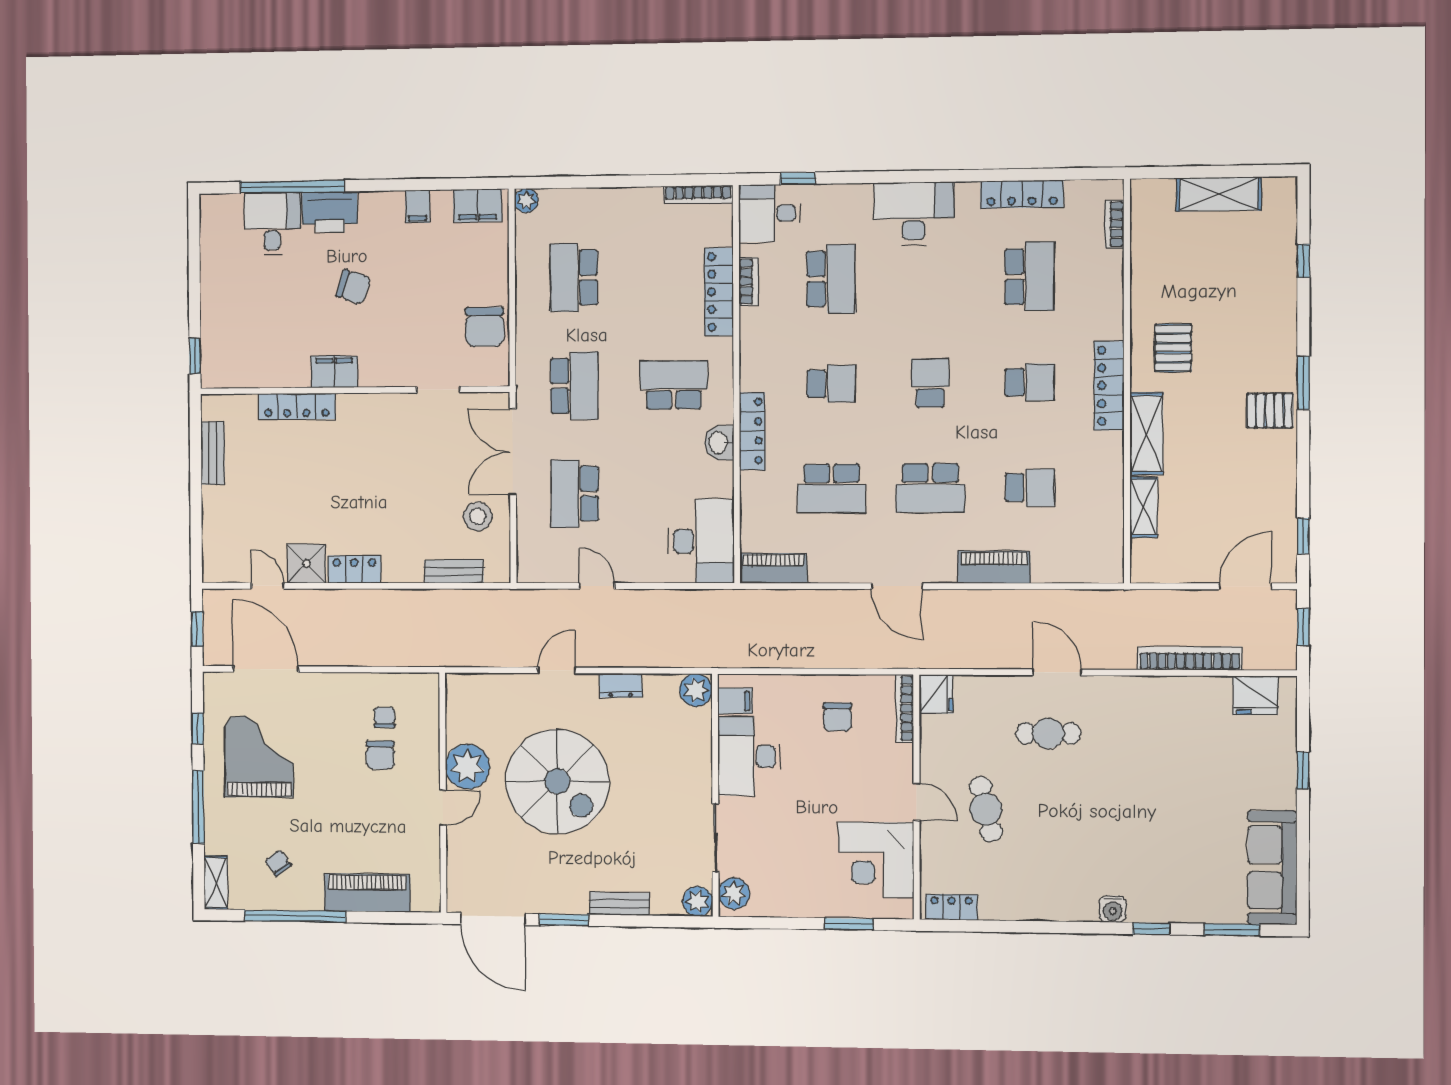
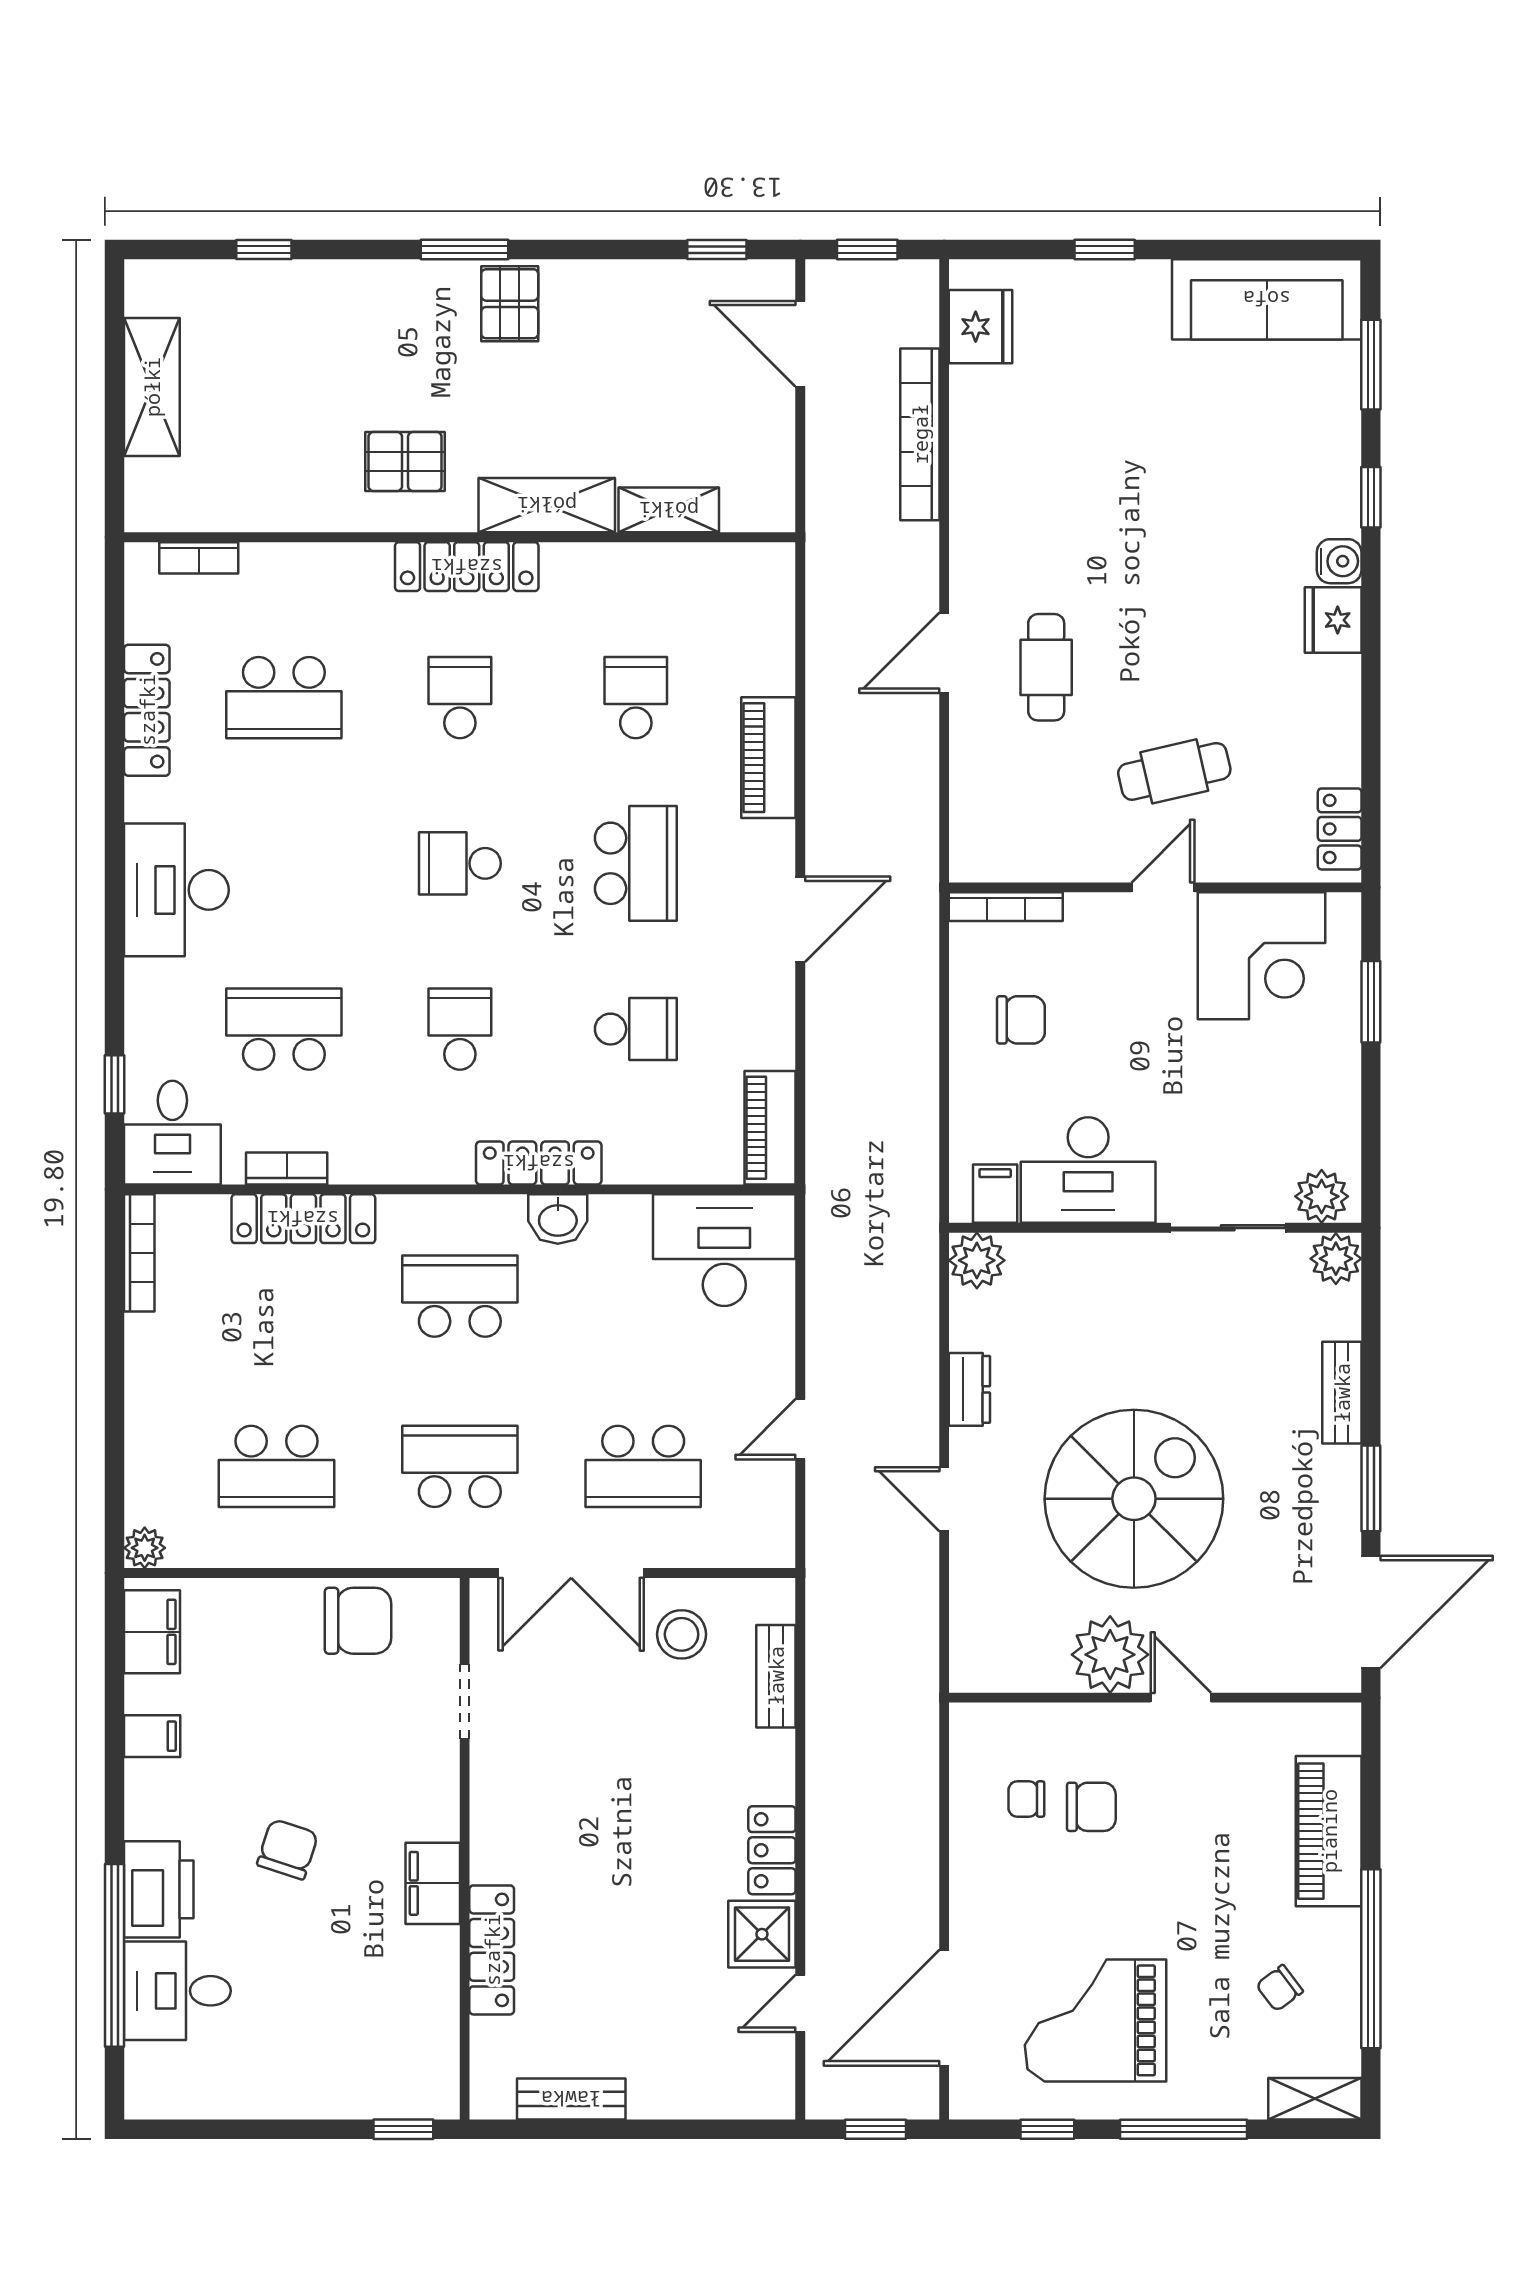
school desk: (1030, 276) -> (284, 698), turned 180
school desk: (674, 385) -> (460, 1296), turned 90
school desk: (832, 488) -> (636, 1029), width x0.54
fridge: (936, 694) -> (1333, 620), moved, turned -90

